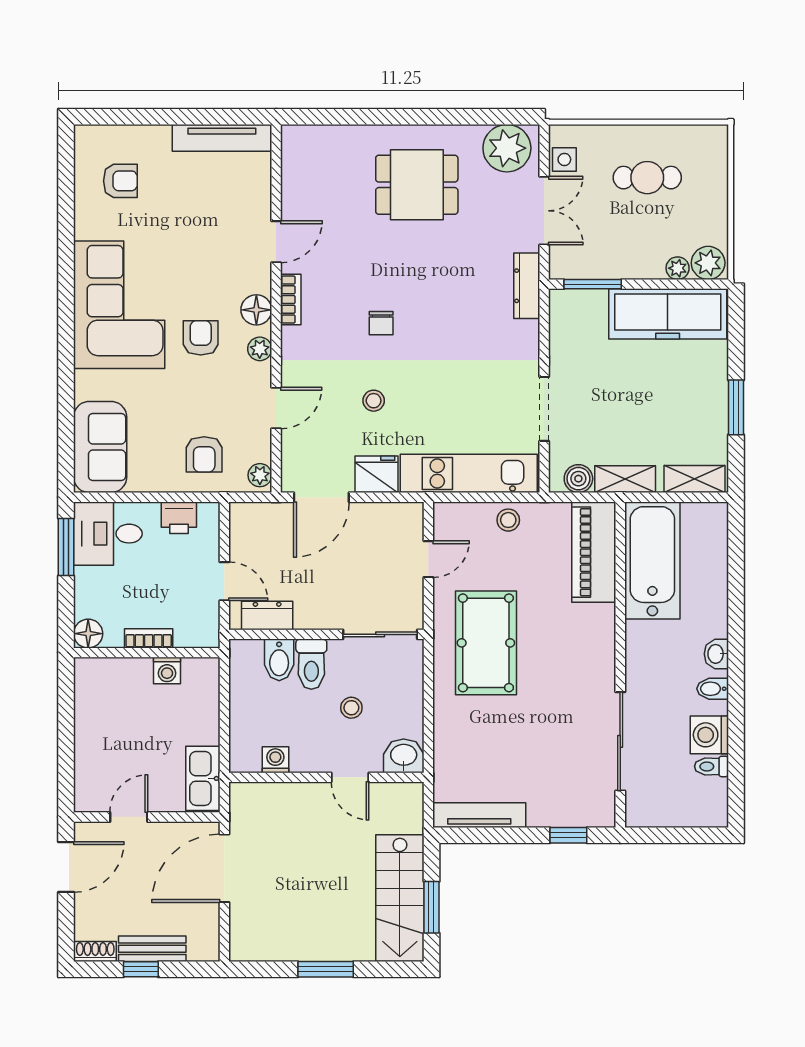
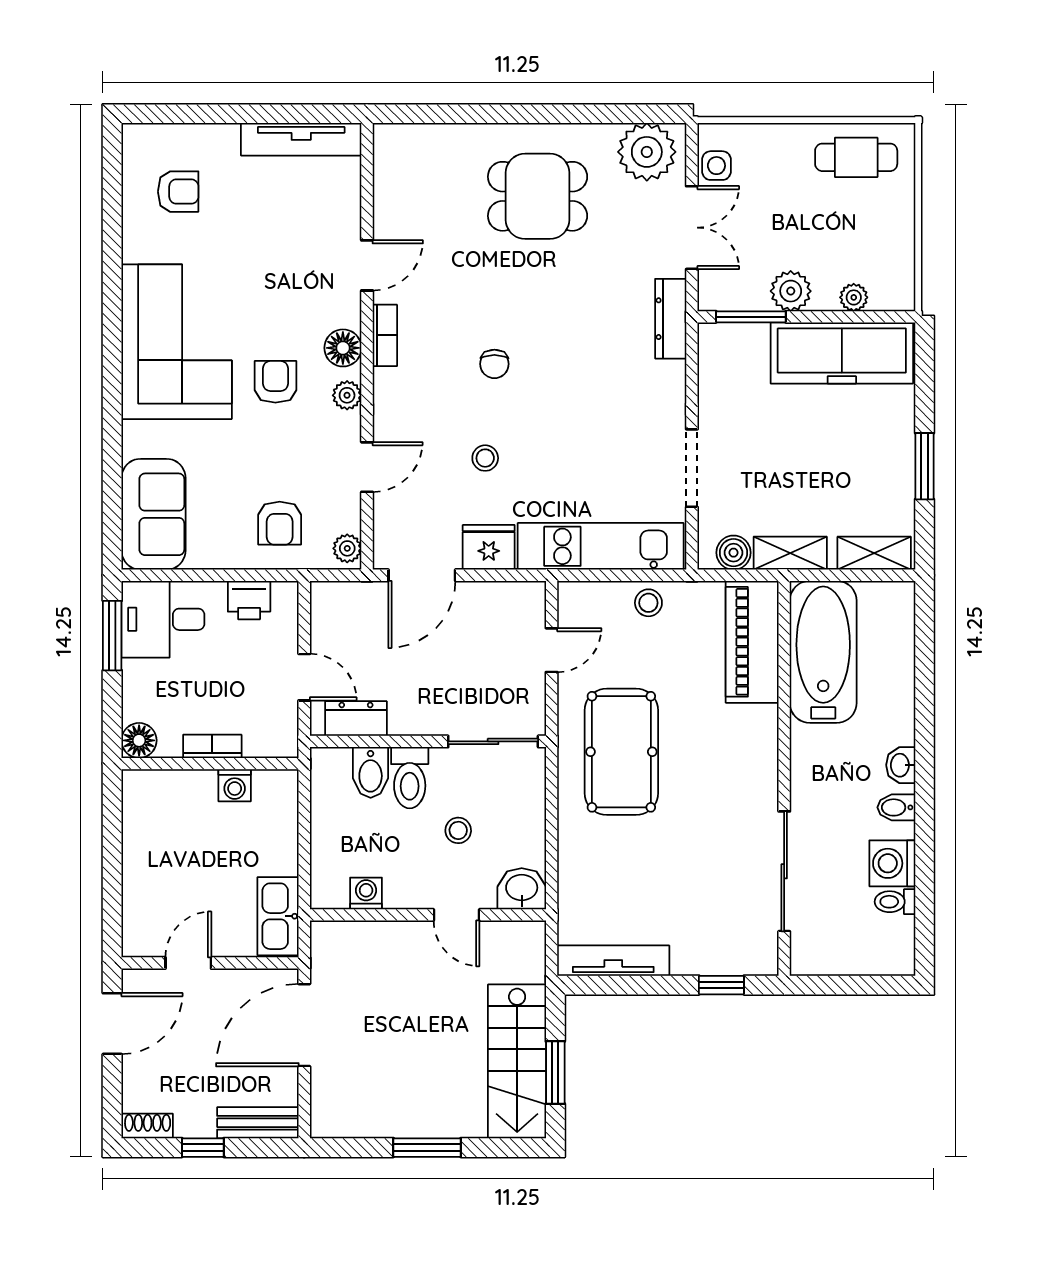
cafe table: (647, 178) -> (856, 157), moved
plant: (708, 263) -> (791, 291), moved
bench: (152, 949) -> (258, 1123), moved

